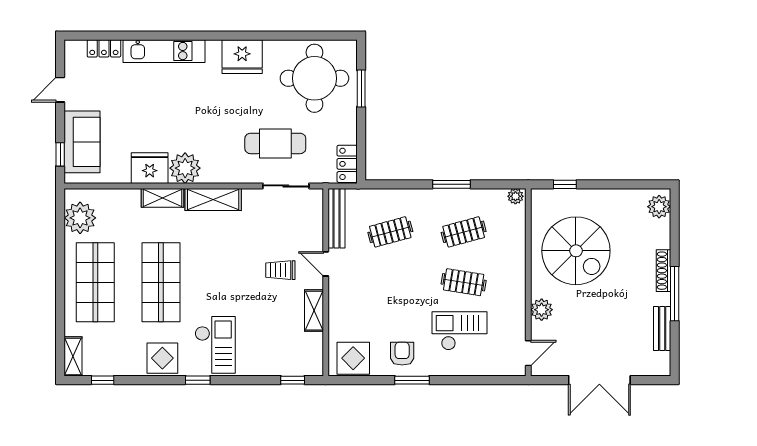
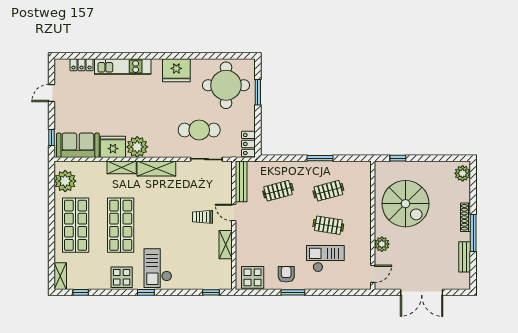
sofa: (82, 142) -> (78, 145), moved, turned -90
plant: (515, 196) -> (364, 166), removed
checkout: (215, 345) -> (158, 268), turned 180

